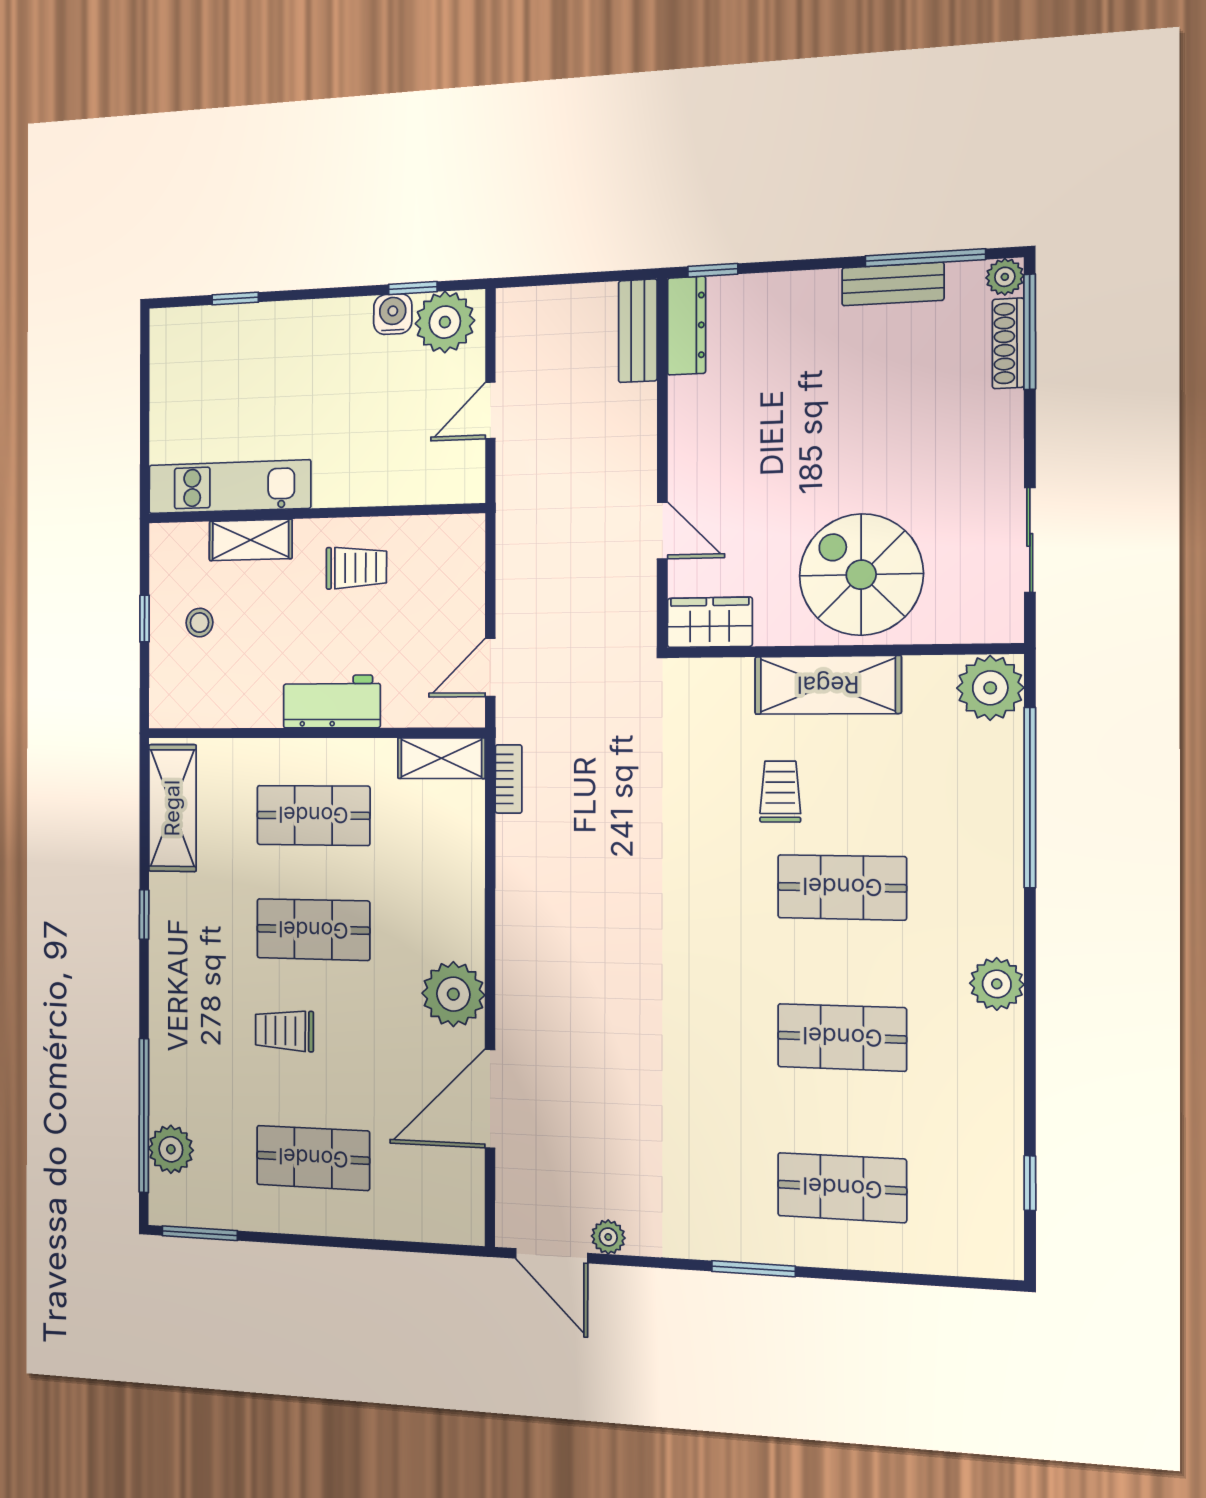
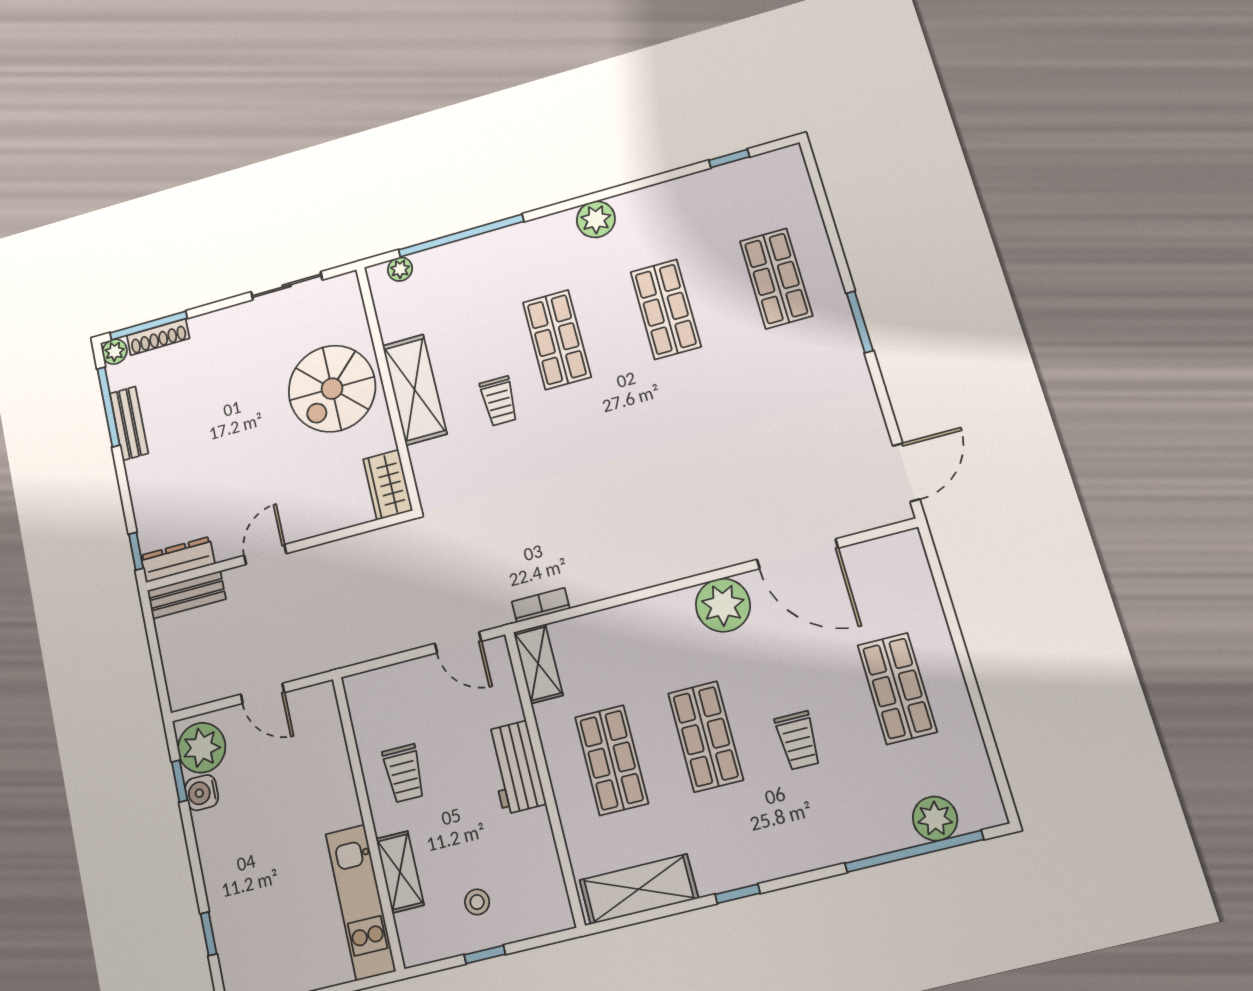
door: (662, 531) -> (265, 554), moved
trolley: (356, 568) -> (404, 773), turned 180
plant: (990, 688) -> (400, 269), width x0.53, depth x0.53
trolley: (780, 792) -> (499, 401), turned -90
window: (200, 1233) -> (999, 774), removed
plant: (608, 1237) -> (875, 433), removed

